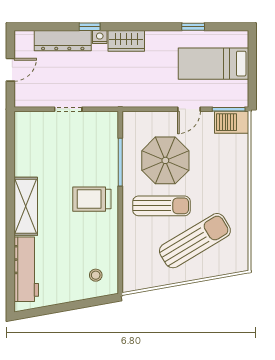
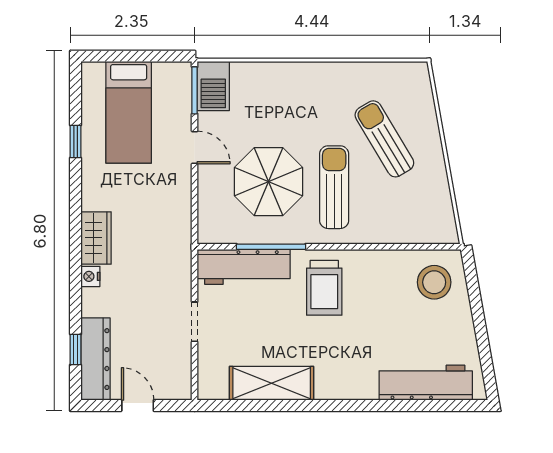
window: (90, 27) -> (76, 349), moved
dresser: (63, 41) -> (95, 359), moved
workbench: (106, 143) -> (244, 267), added
shelving: (26, 206) -> (272, 383), moved
sun lounger: (195, 241) -> (384, 139), width x0.73, depth x0.75
stool: (96, 275) -> (434, 282), width x1.89, depth x1.89

